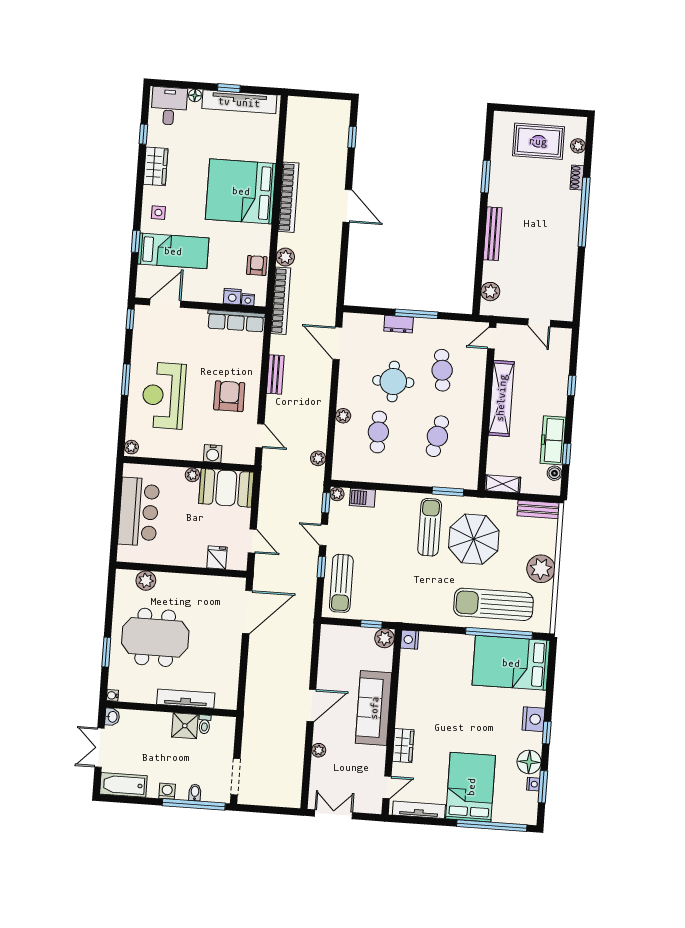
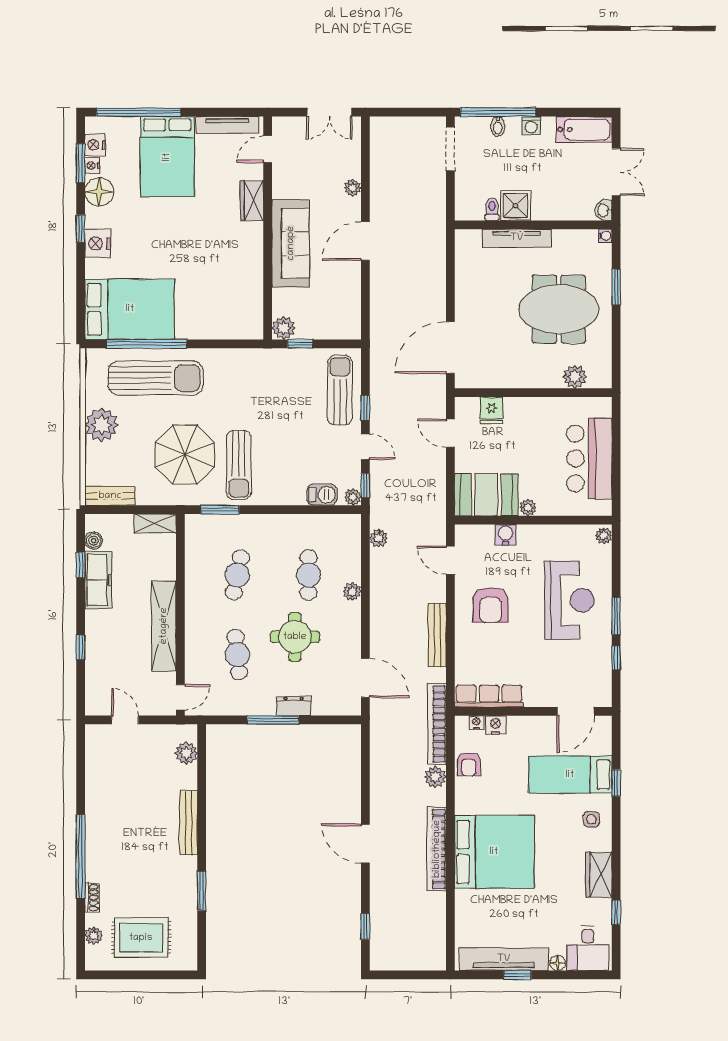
window: (130, 319) -> (616, 658), moved
bench: (275, 374) -> (437, 635), width x1.36
nightstand: (410, 640) -> (95, 145), moved, turned 180

